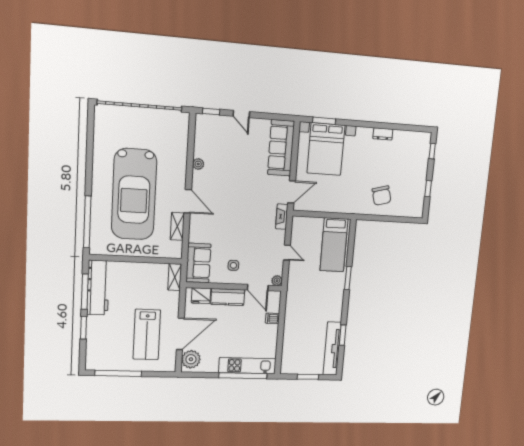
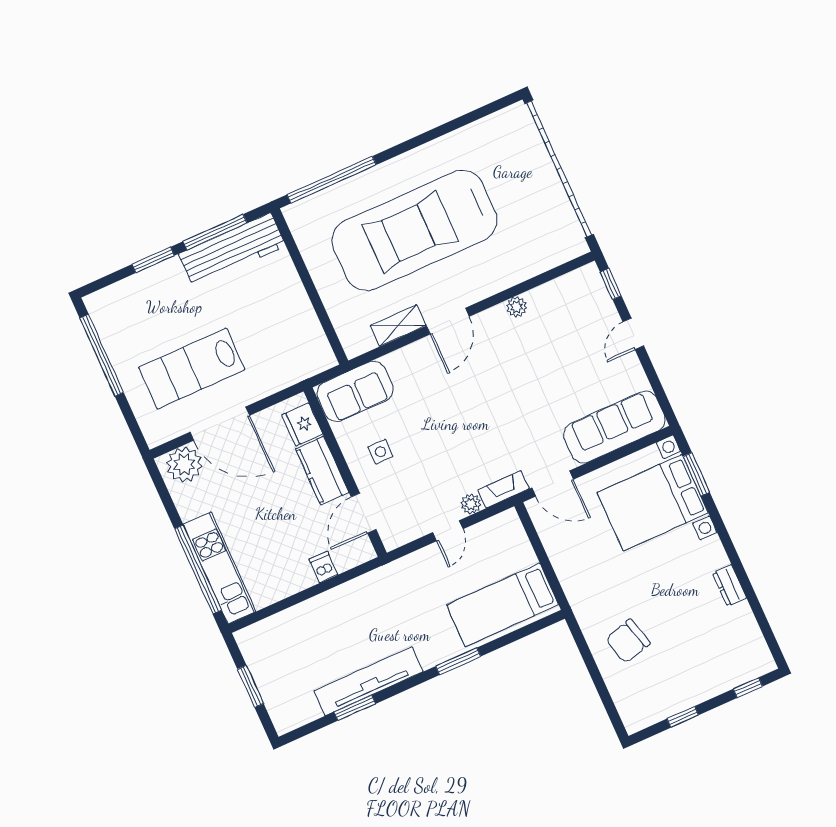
shelving: (175, 277) -> (312, 365), removed
plant: (277, 281) -> (471, 504), moved
tv unit: (332, 349) -> (369, 681), moved

